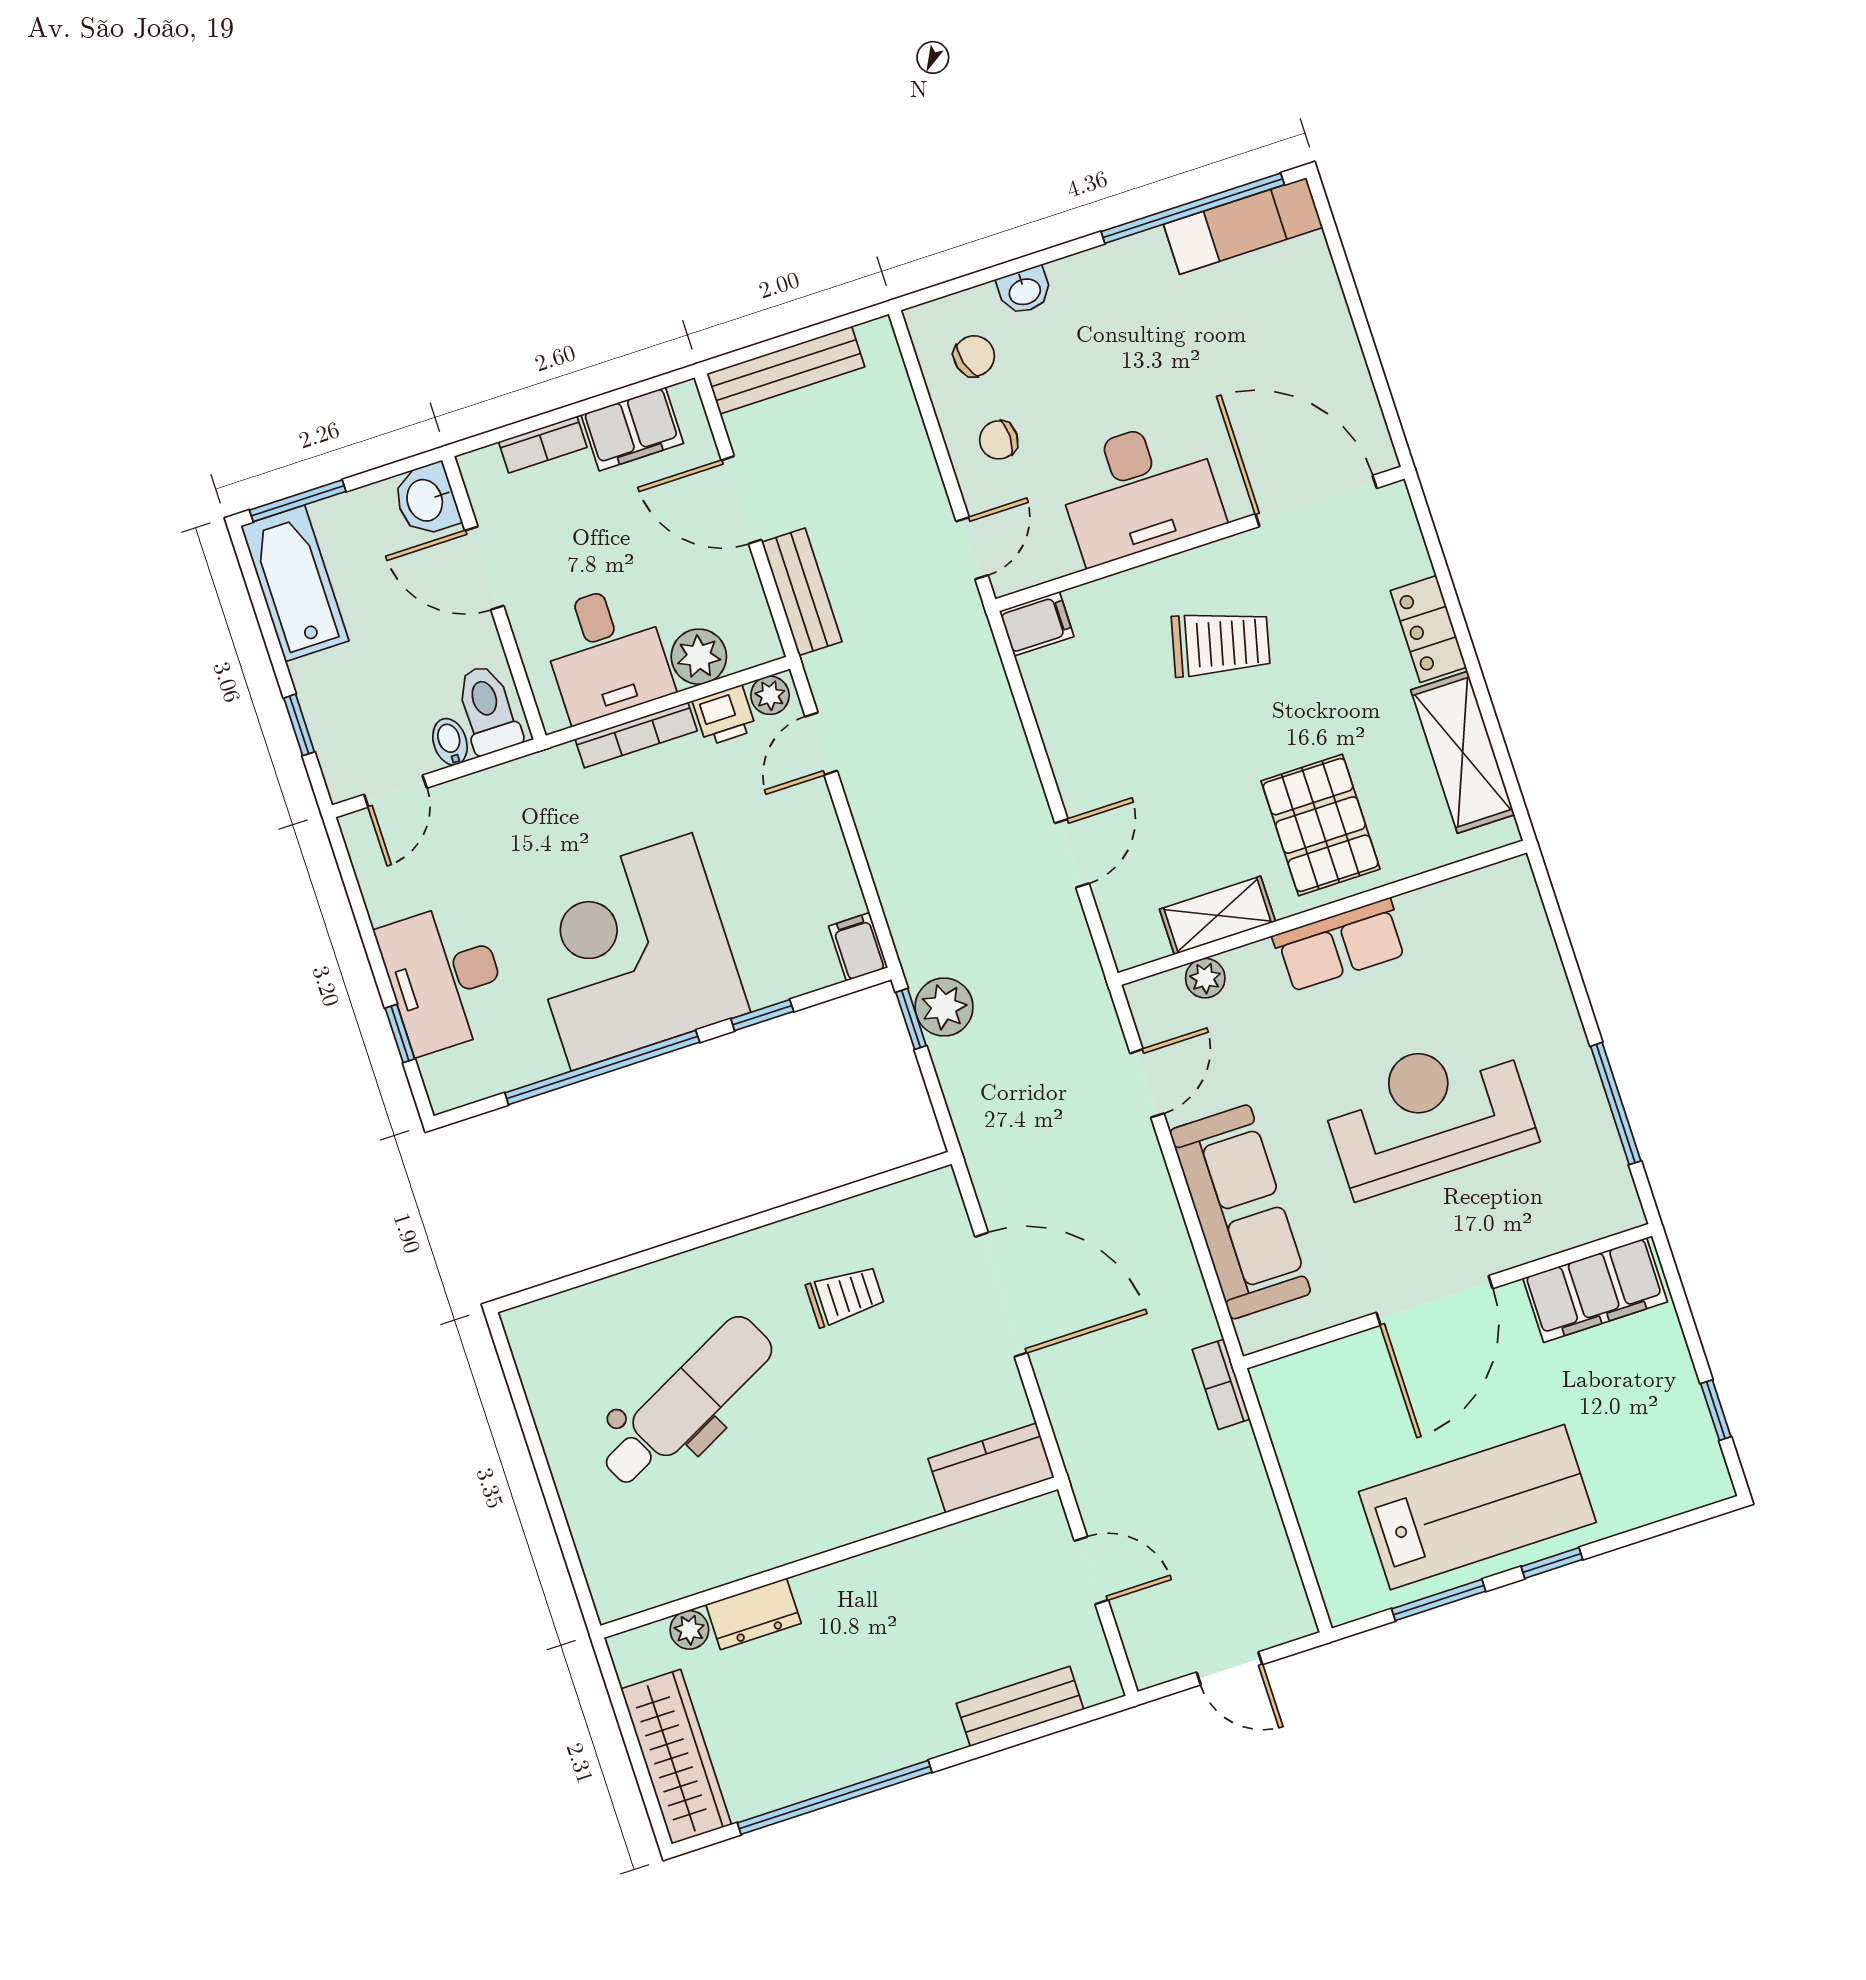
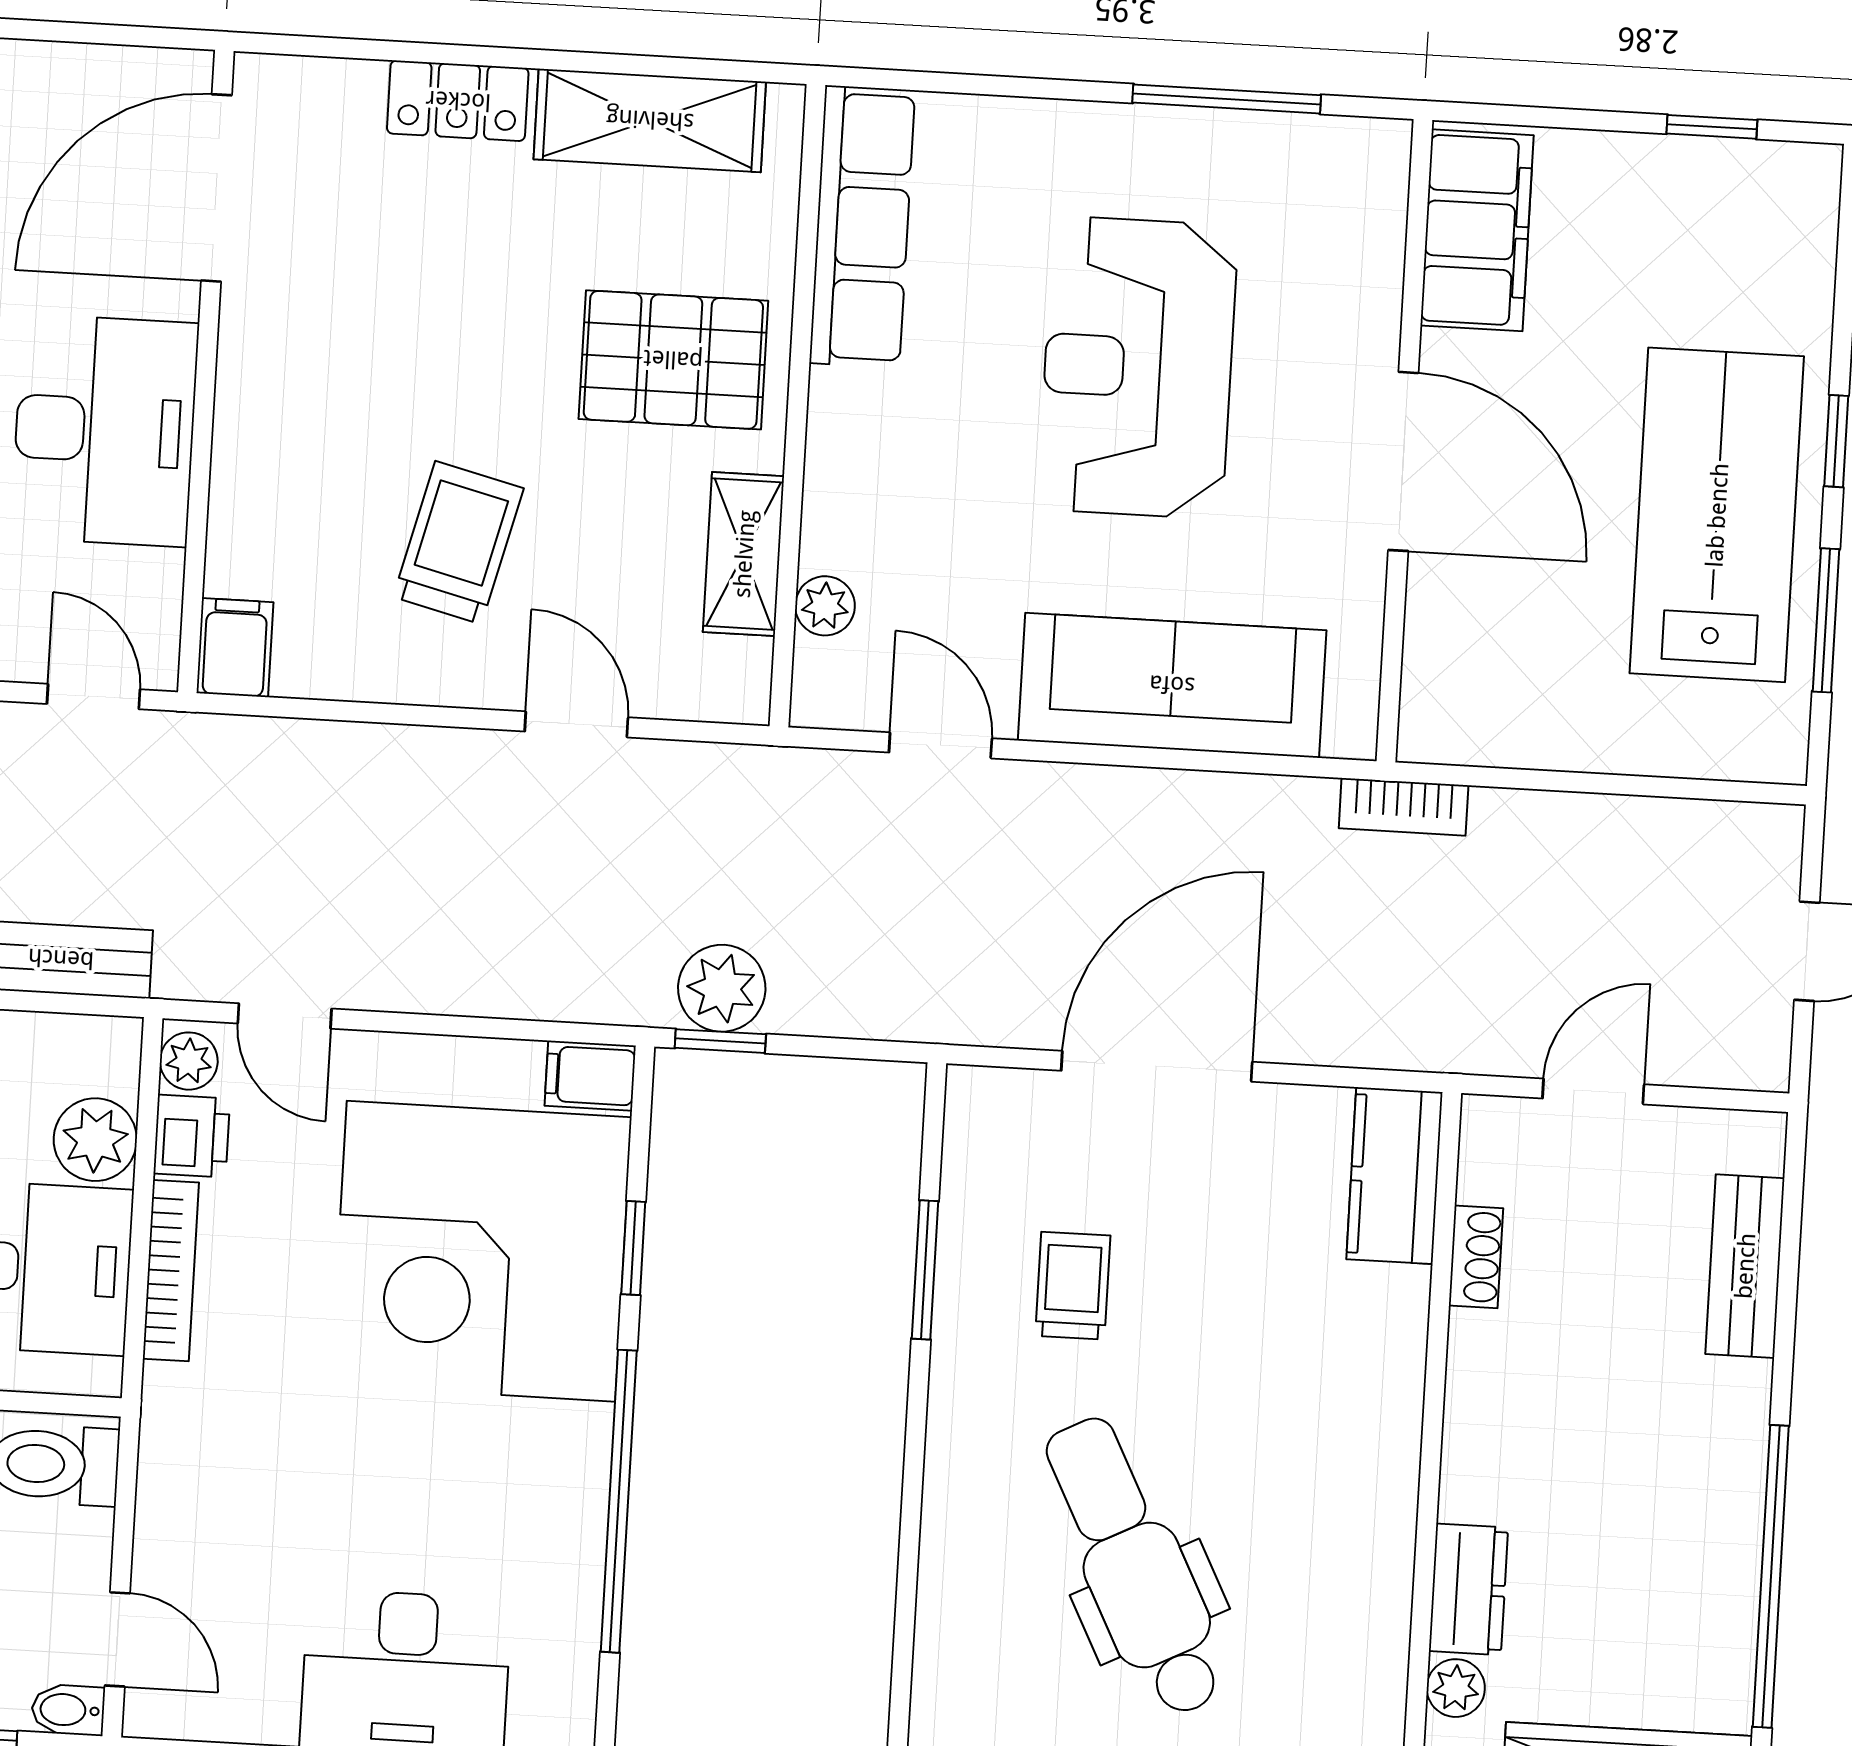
trolley: (1221, 644) -> (458, 543), moved
bidet: (450, 742) -> (68, 1710), moved
row of seats: (1340, 945) -> (862, 227), moved, width x1.48
corner desk: (632, 952) -> (481, 1251), moved
window: (819, 1201) -> (925, 1270), added
shoe rack: (961, 1538) -> (1476, 1257), added

